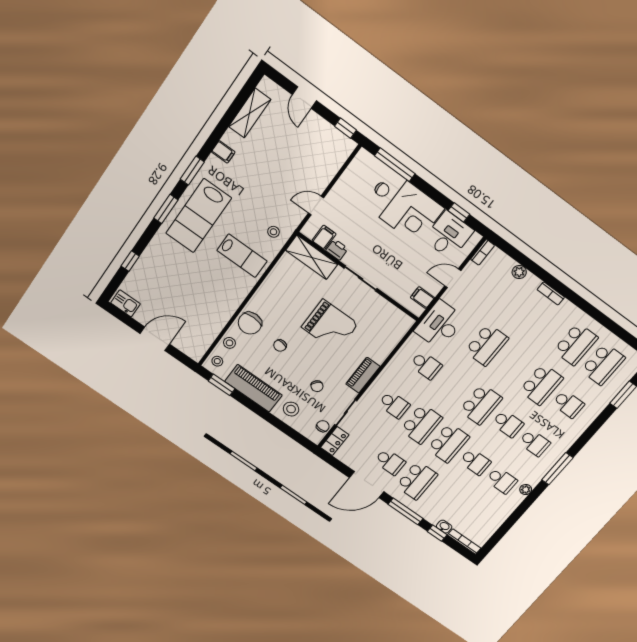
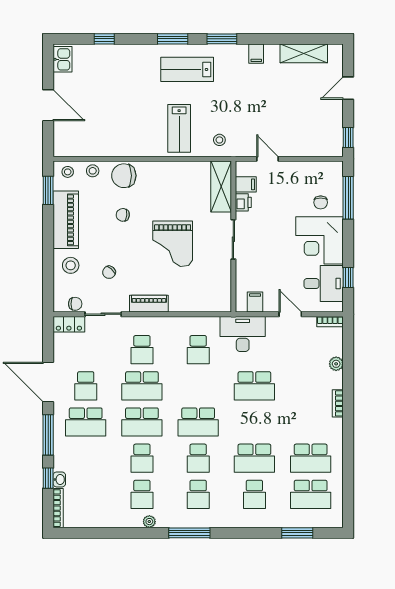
lab bench: (199, 216) -> (187, 69), width x0.73, depth x0.72

